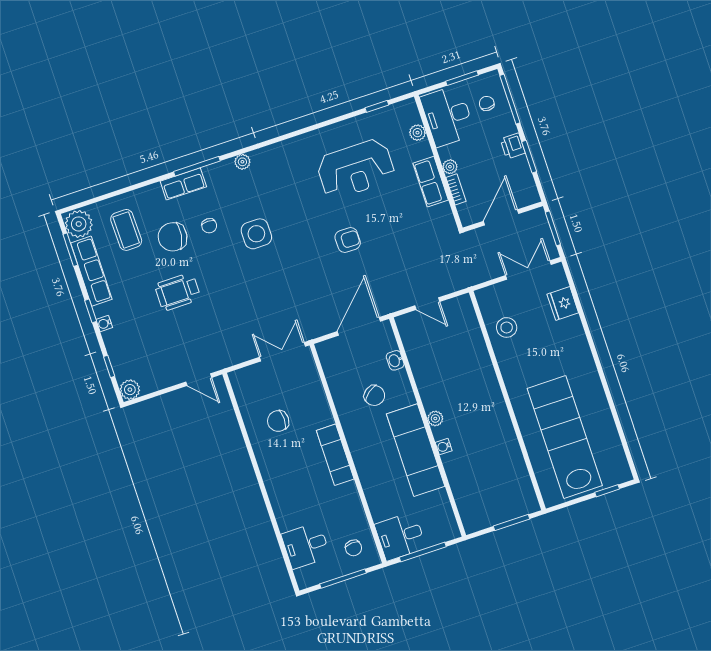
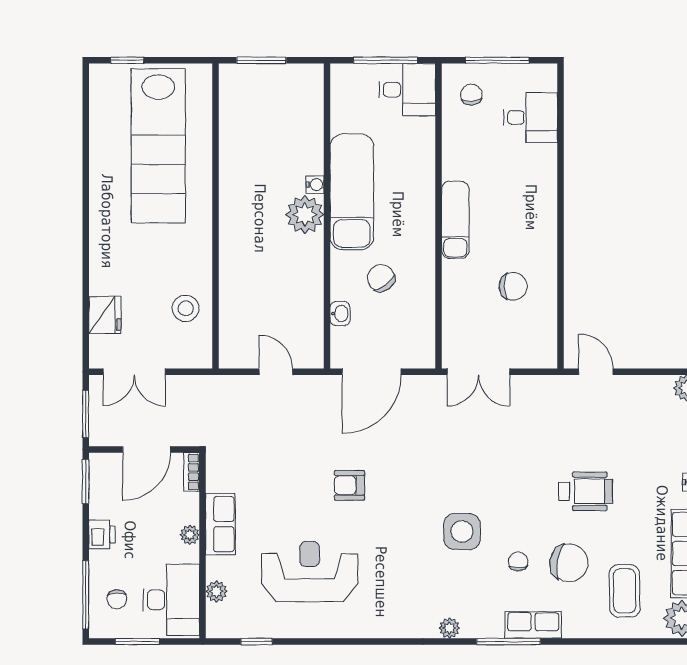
window: (529, 157) -> (86, 481), moved
bookcase: (456, 189) -> (192, 472), moved
plant: (435, 418) -> (305, 215), width x1.88, depth x1.88

